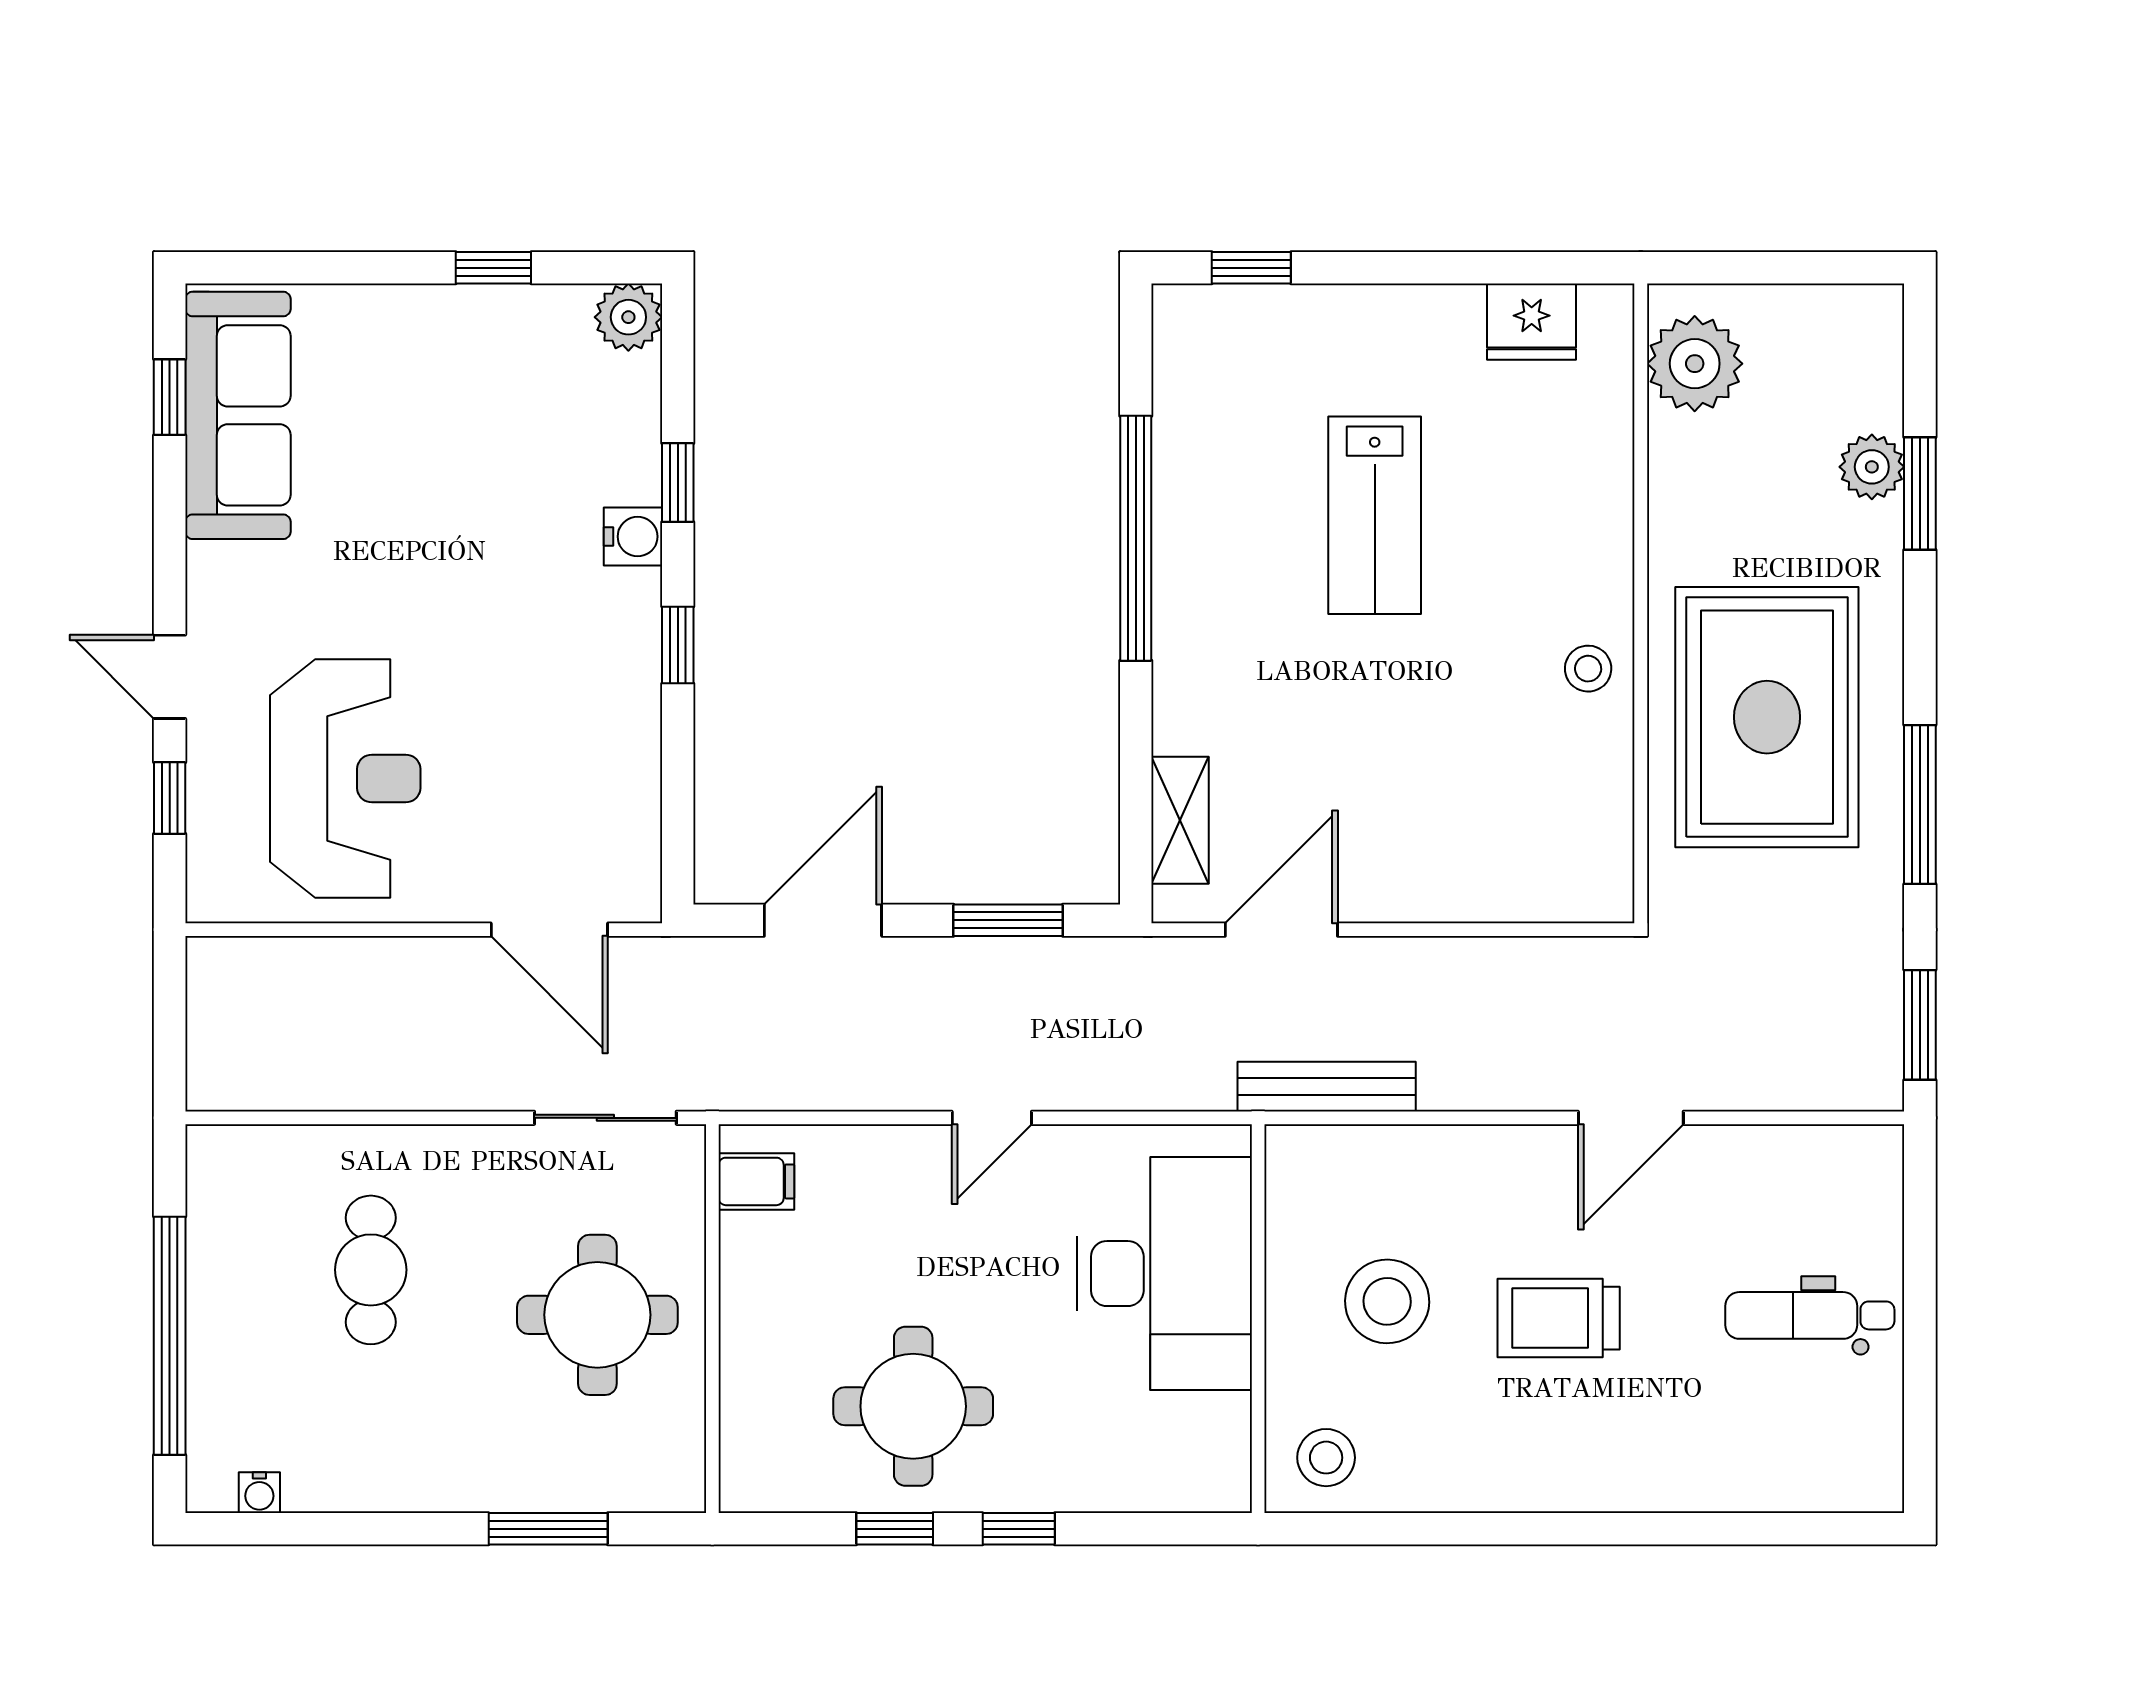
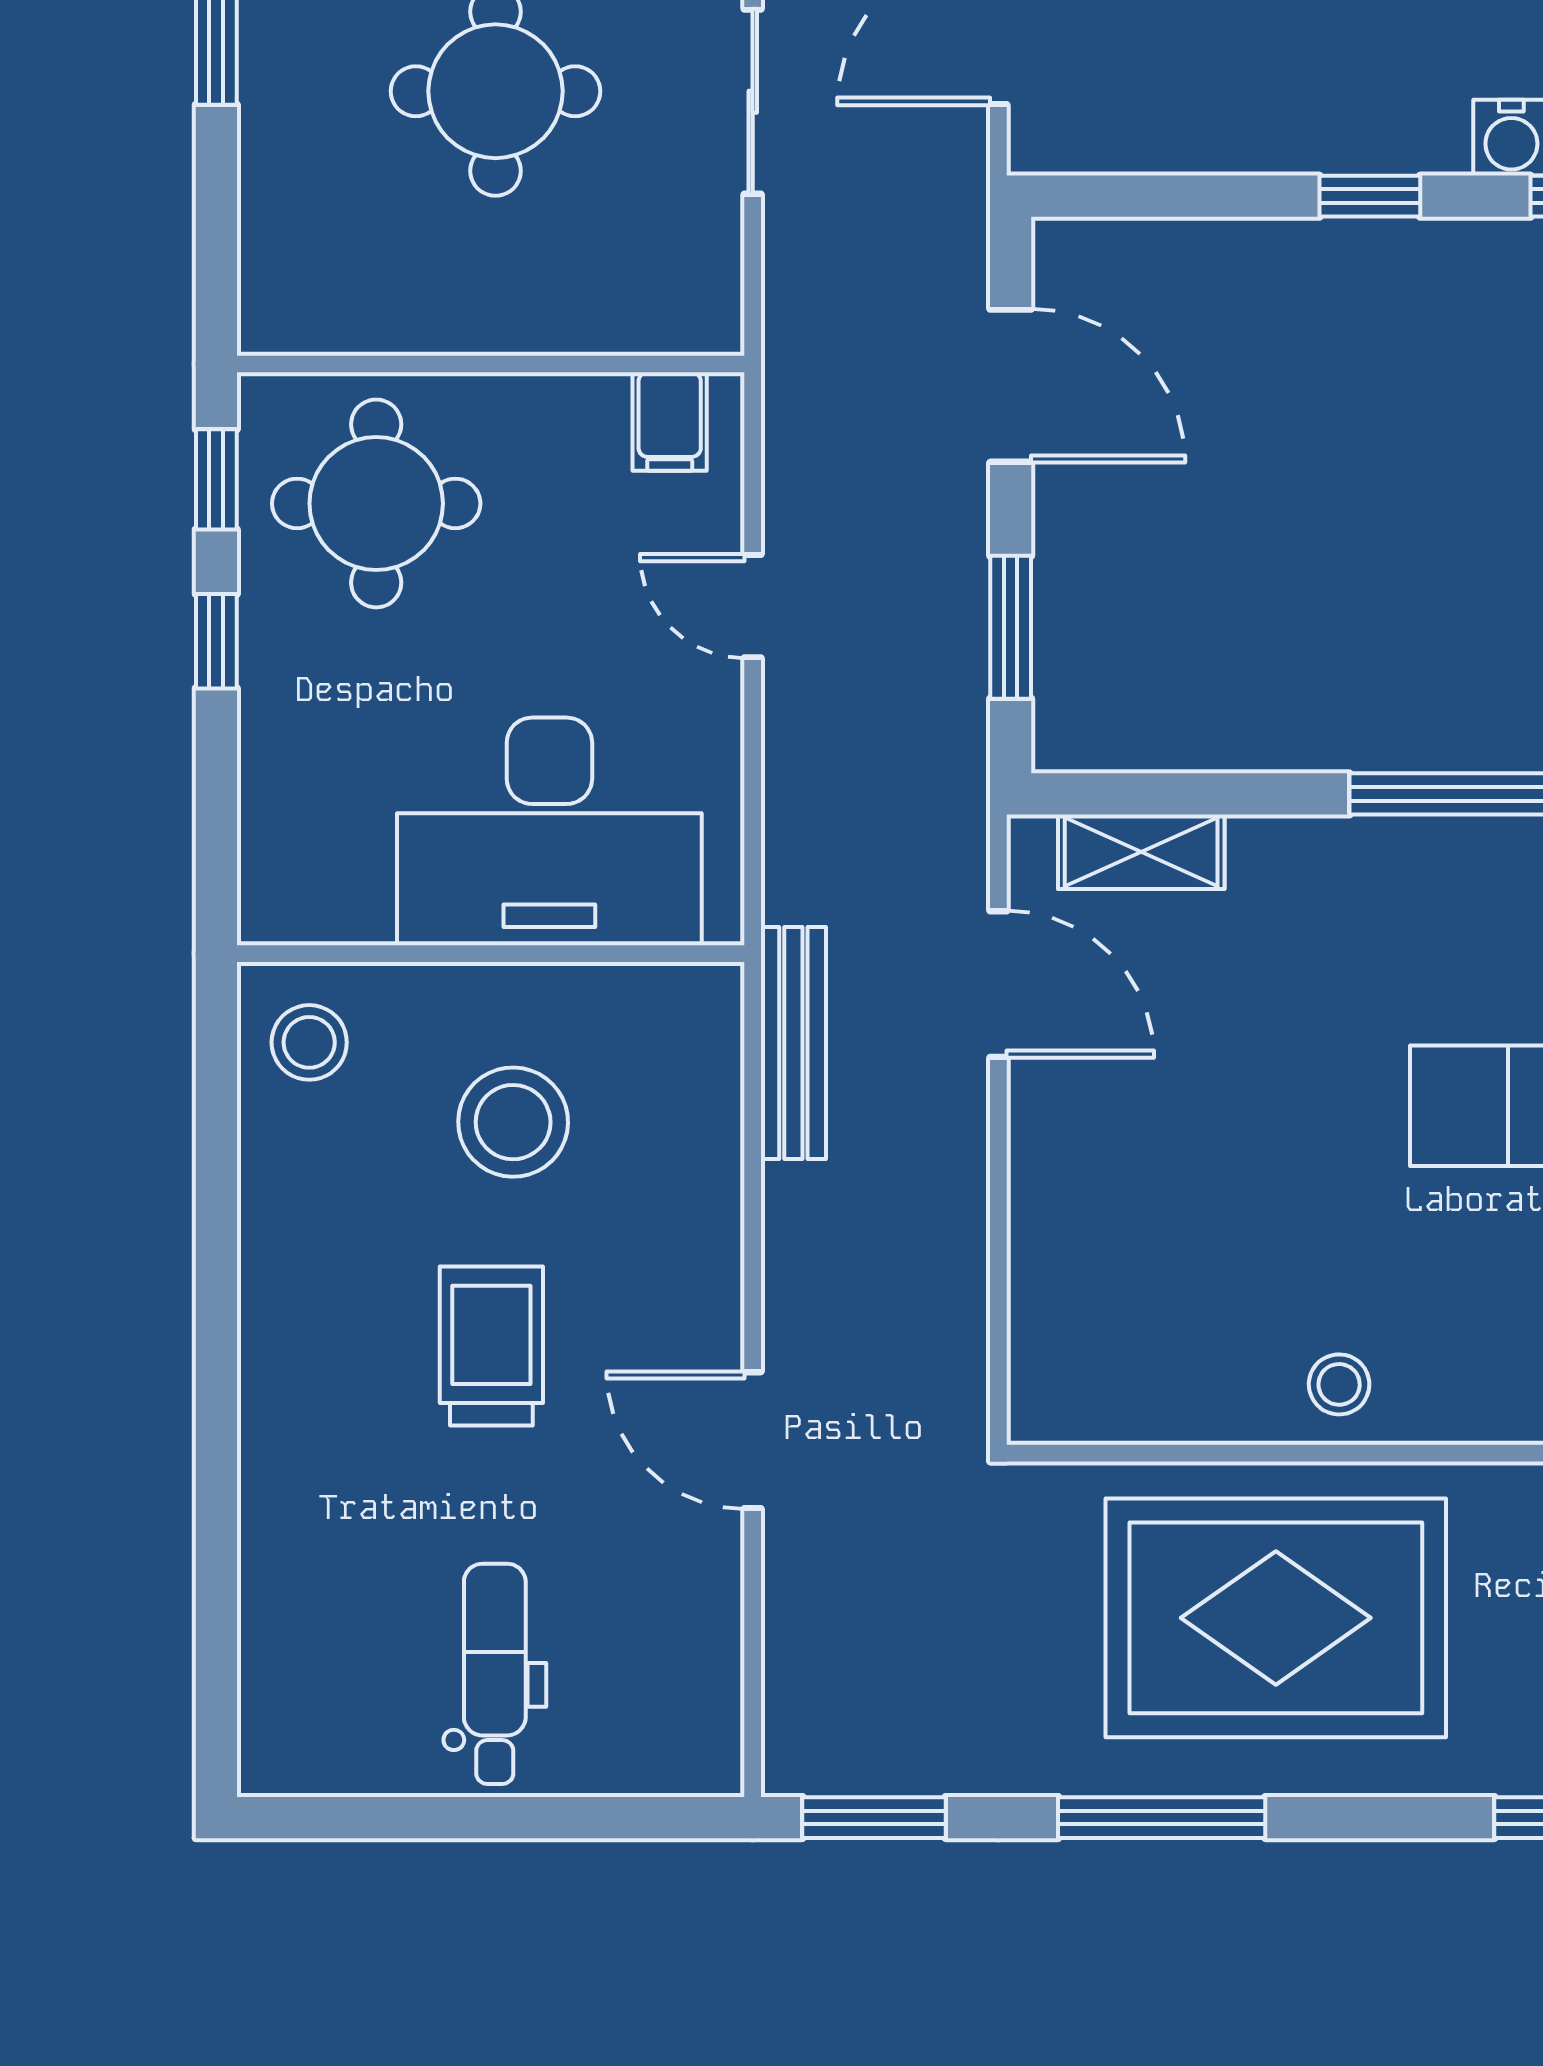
filing cabinet: (756, 1181) -> (670, 422), moved
wall: (712, 1319) -> (491, 364), moved

